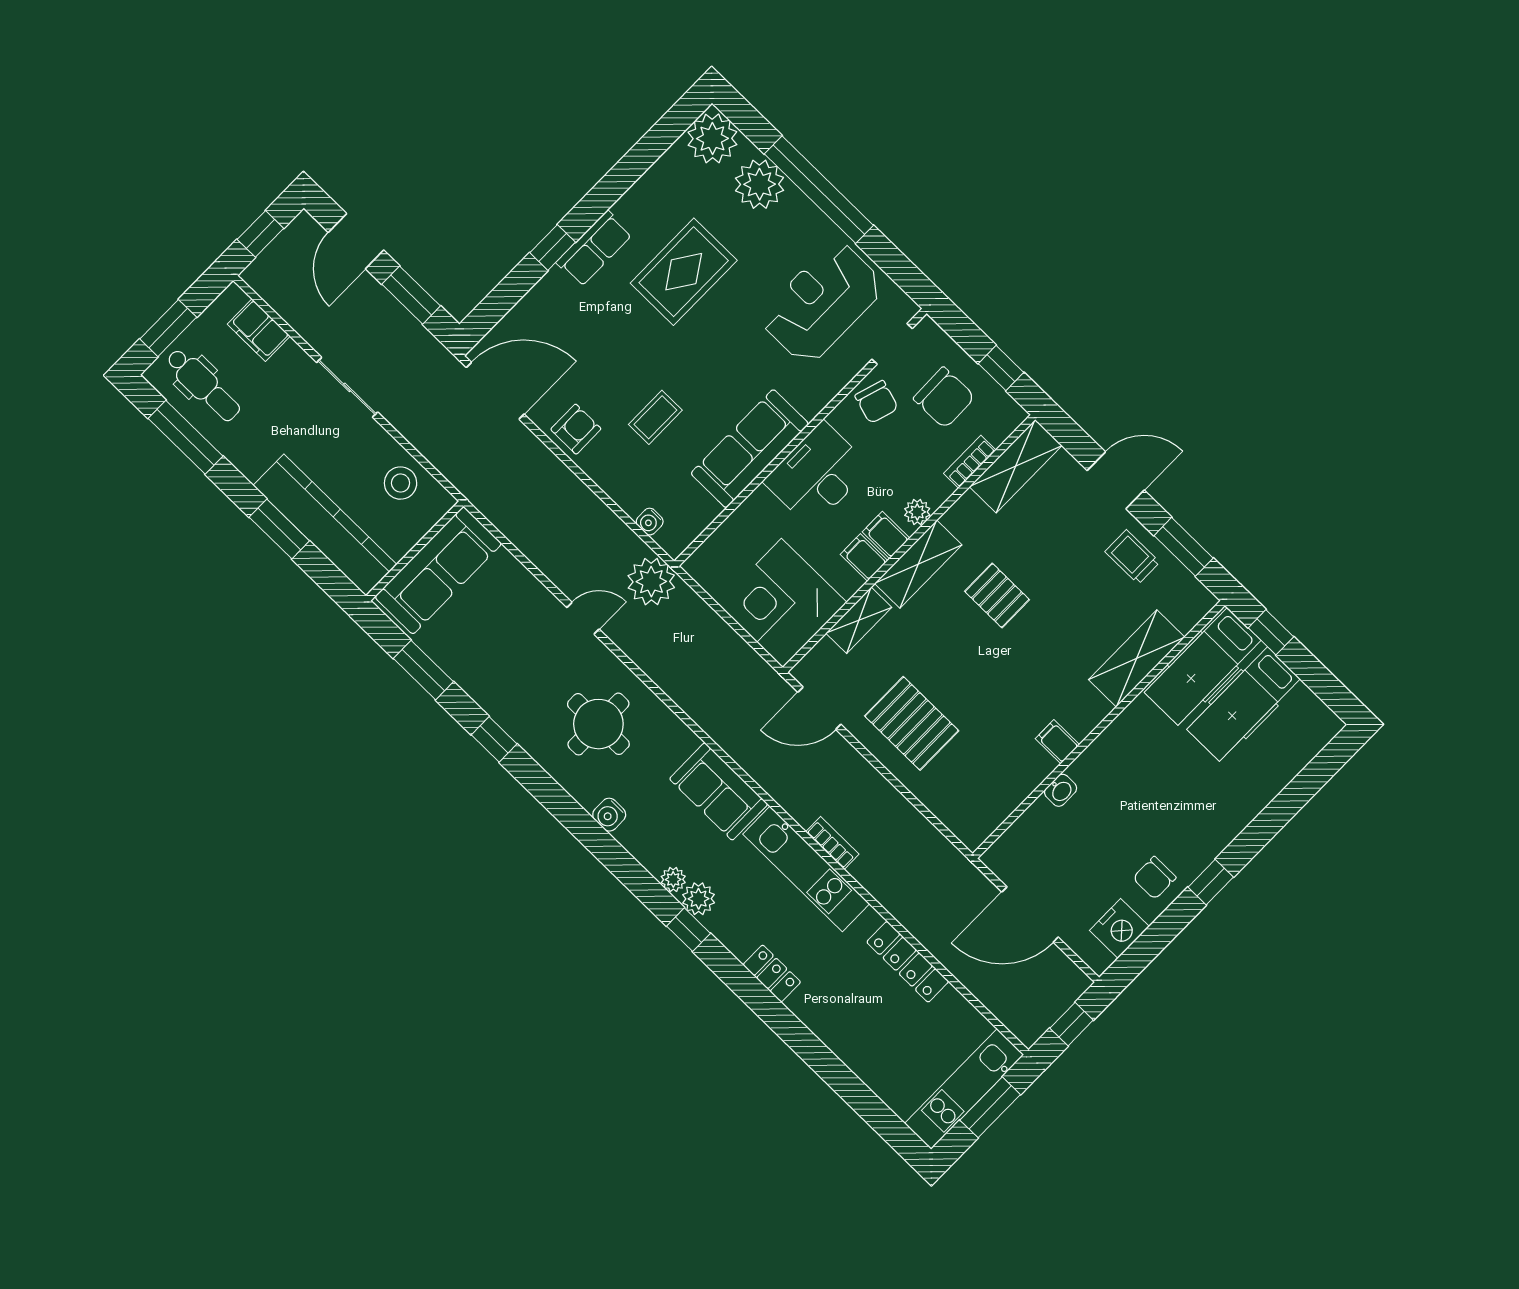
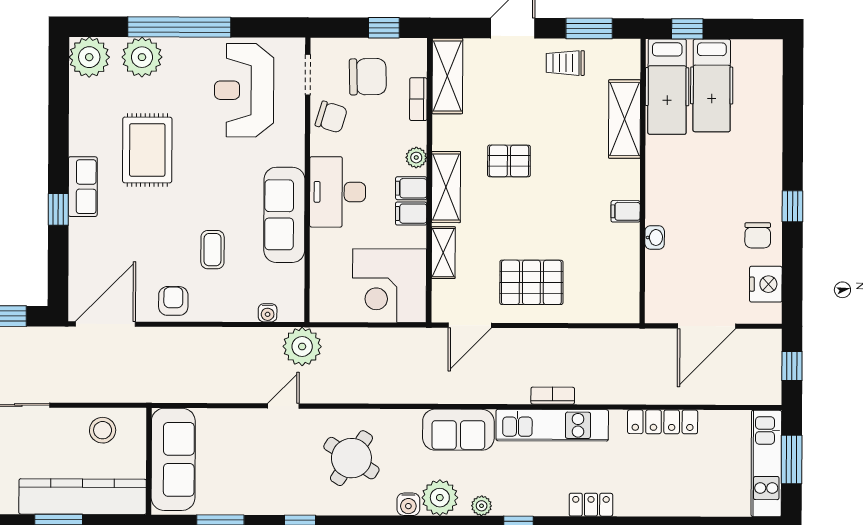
round table: (598, 724) -> (351, 458), turned 33
plant: (699, 899) -> (440, 498), moved, width x1.36, depth x1.36

